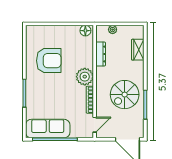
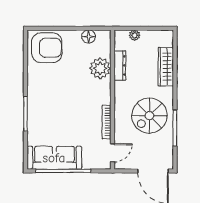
floor lamp: (85, 31) -> (89, 37), moved
wardrobe: (138, 50) -> (166, 67), width x1.50
armchair: (49, 61) -> (47, 48), moved
plant: (85, 77) -> (100, 68), moved

